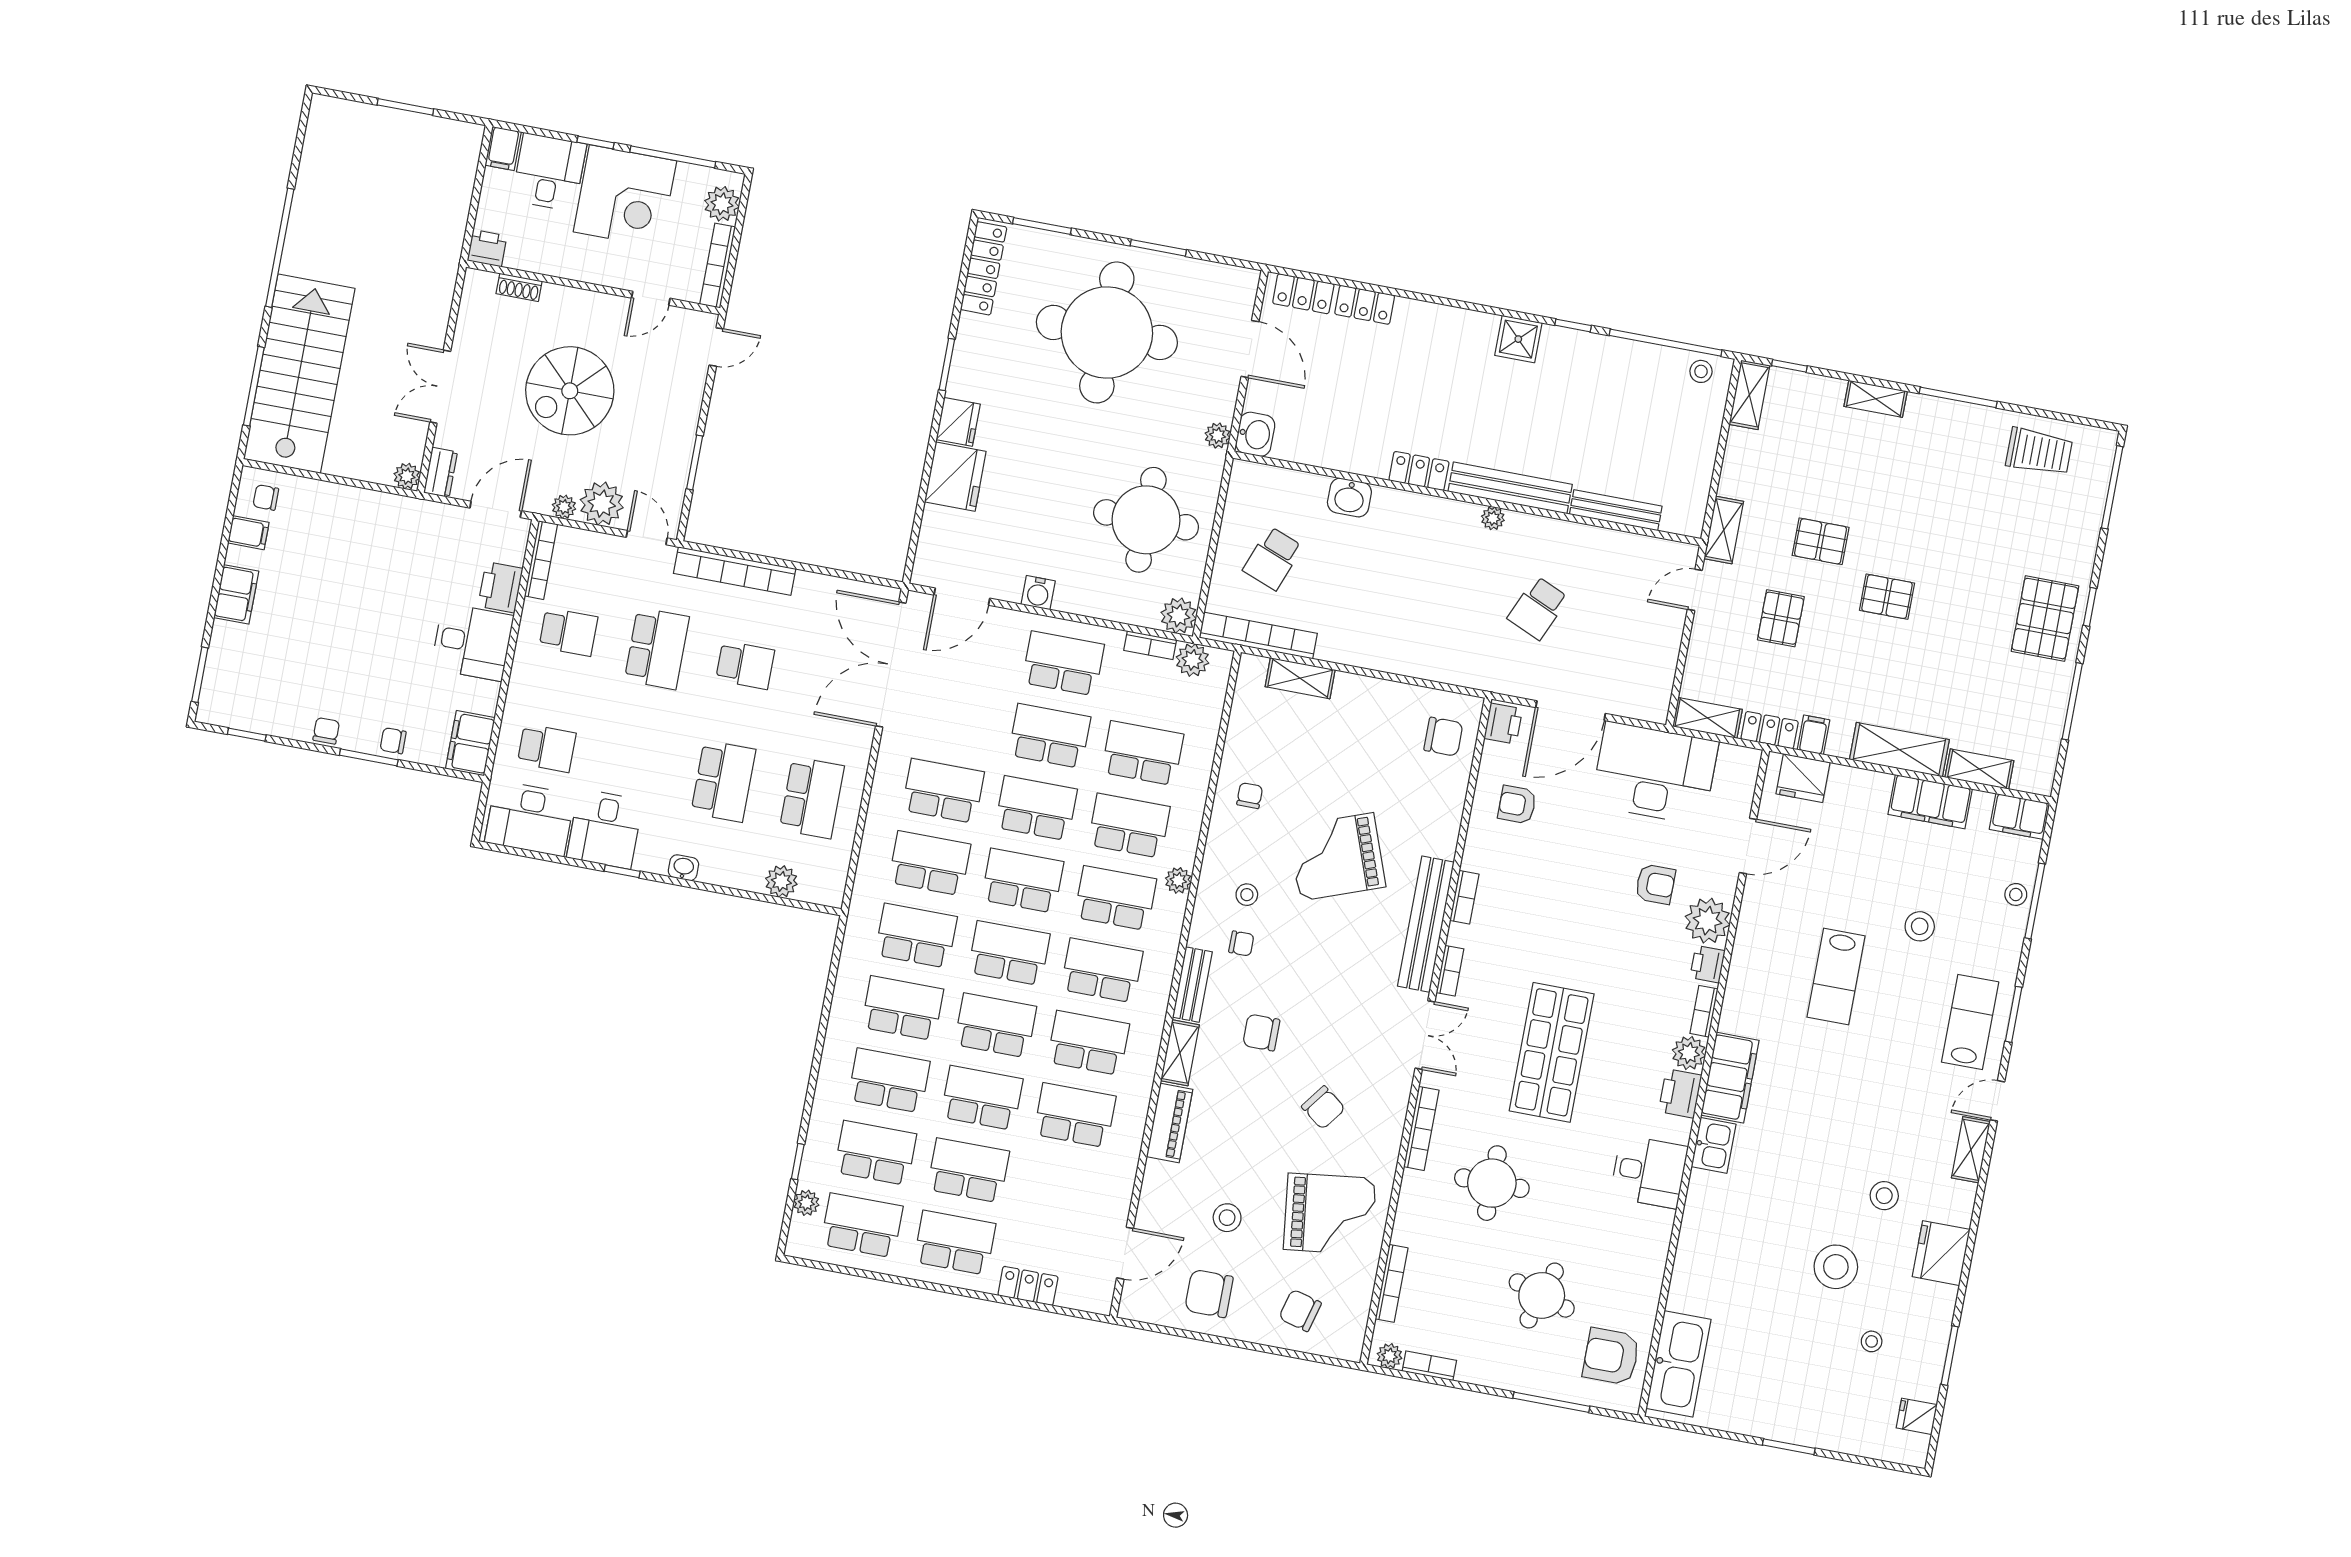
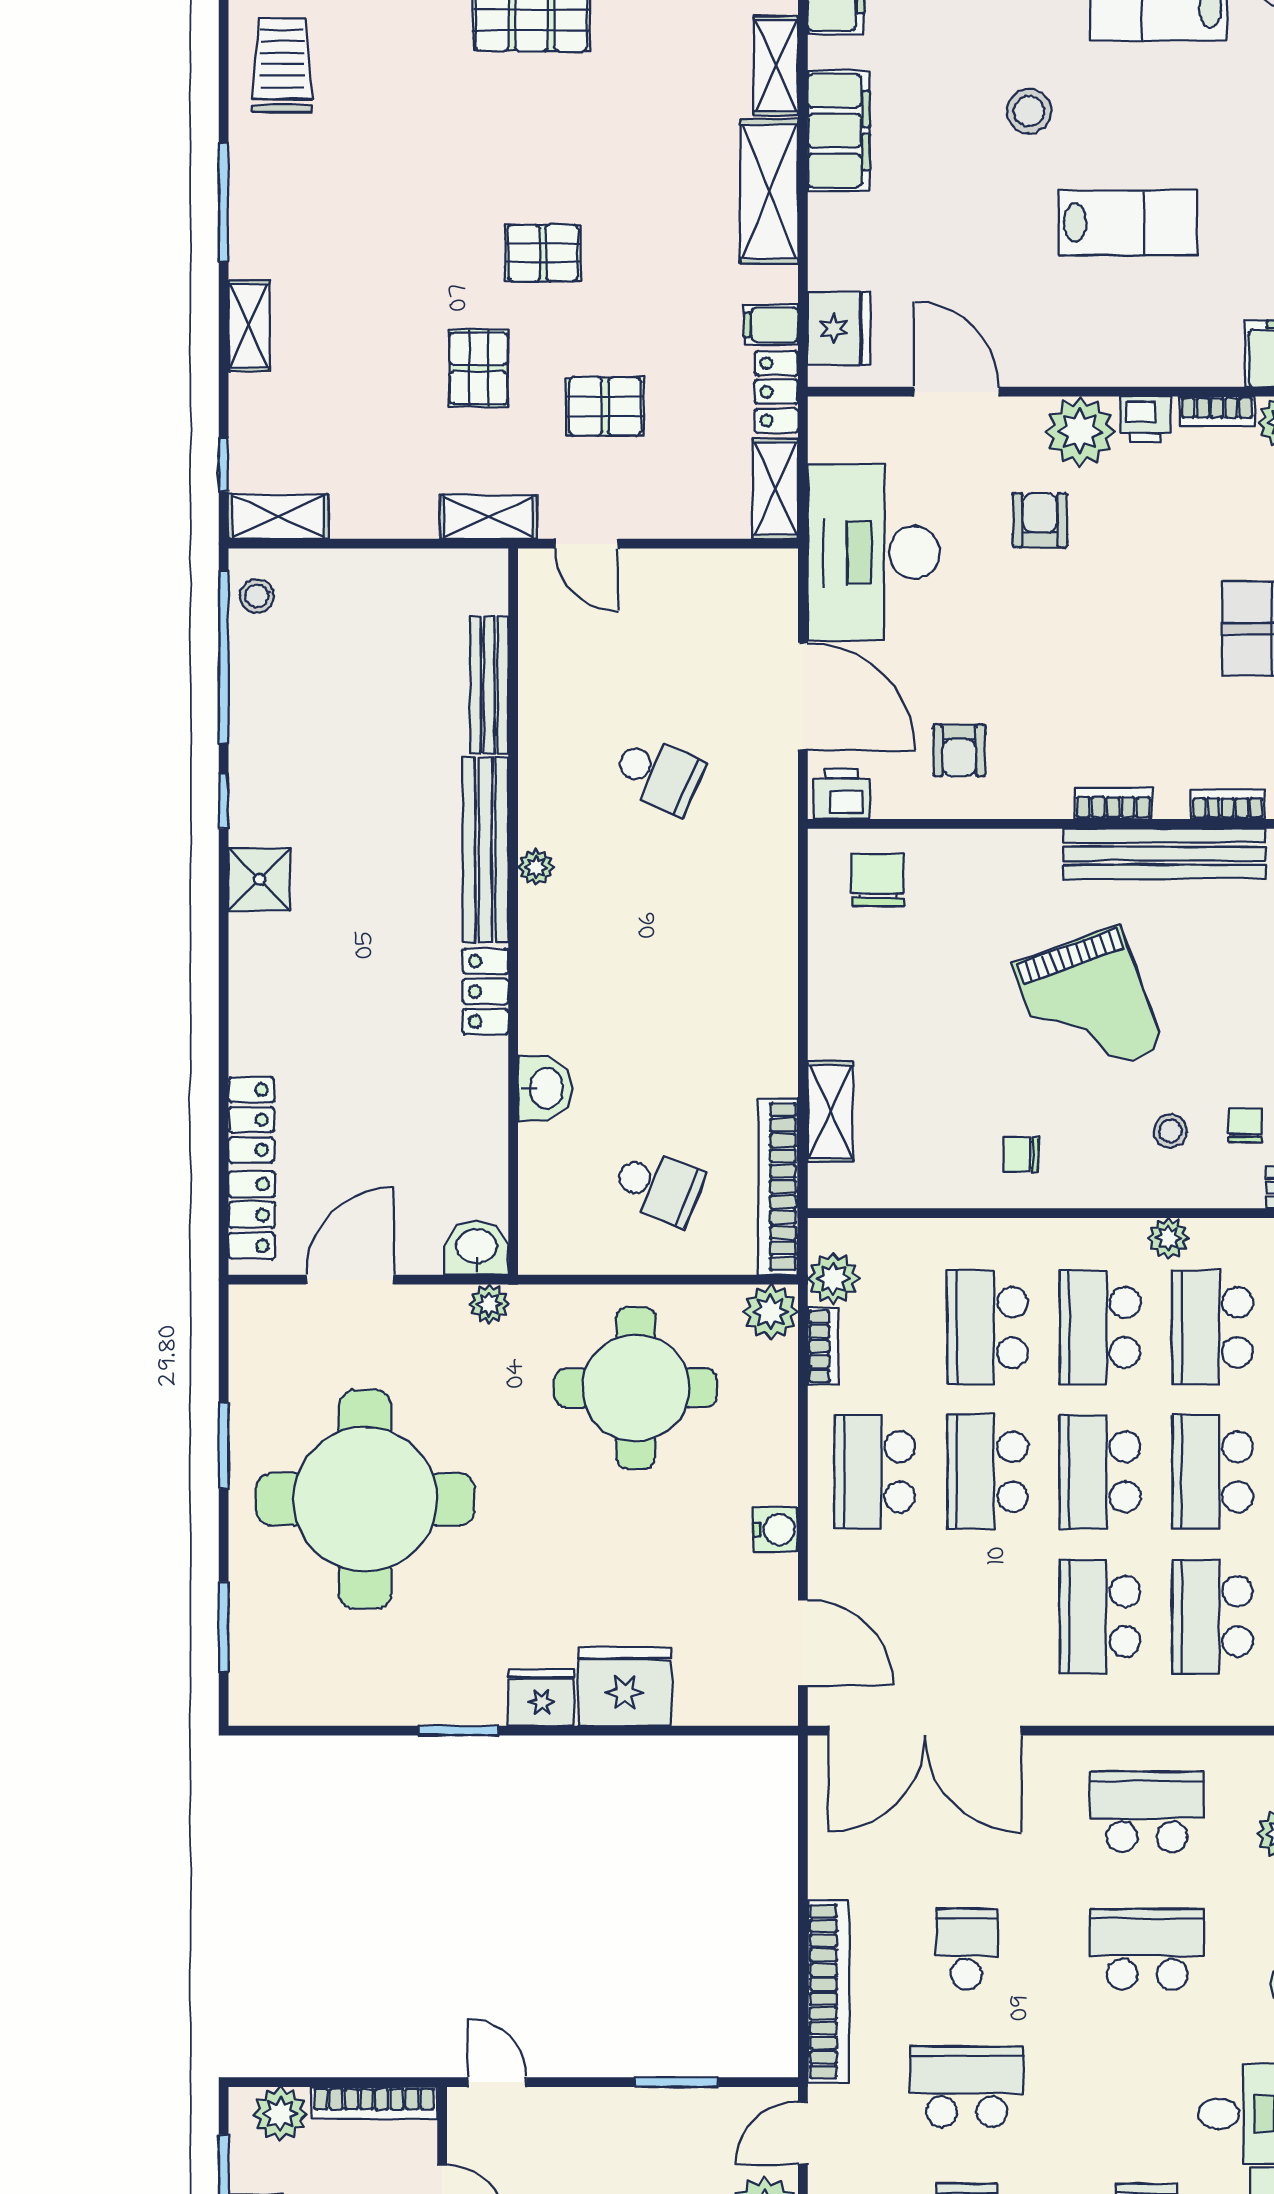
locker: (984, 268) -> (304, 1703), removed
pallet: (1887, 597) -> (543, 253), turned 90

